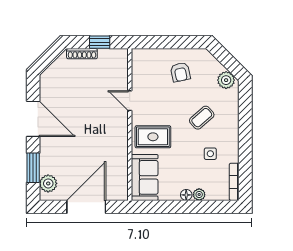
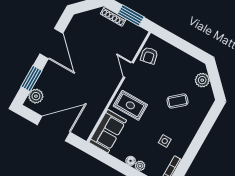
window: (100, 42) -> (131, 15), width x1.50
armchair: (180, 72) -> (149, 56), moved
plant: (226, 80) -> (202, 80), moved
coffee table: (202, 118) -> (178, 101), moved

